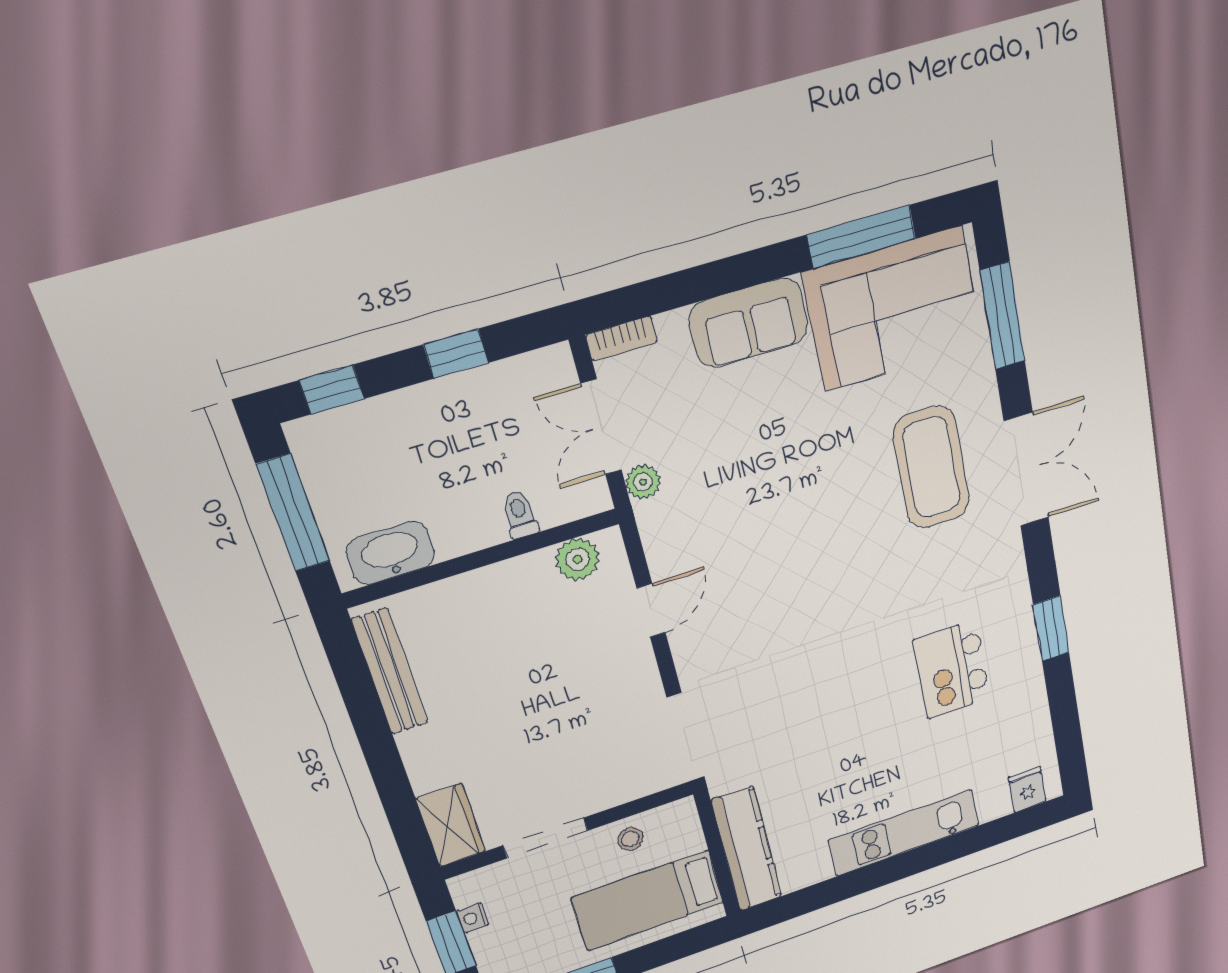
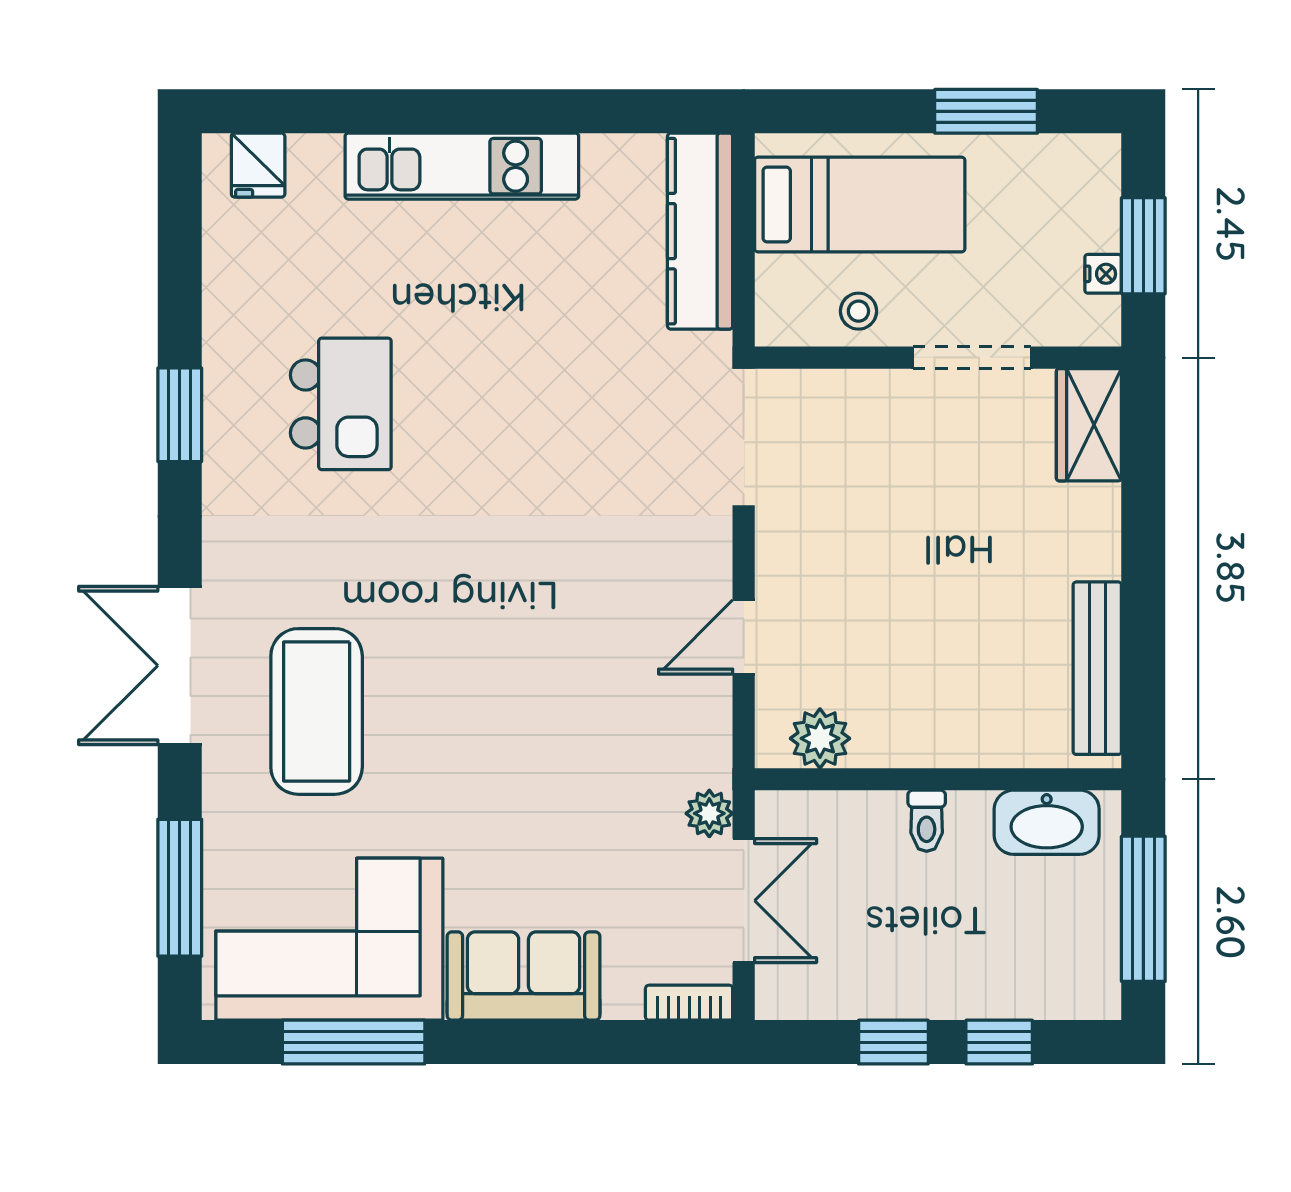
window: (332, 390) -> (999, 1042), moved
toilet: (520, 514) -> (927, 821), moved

